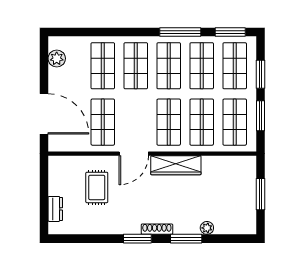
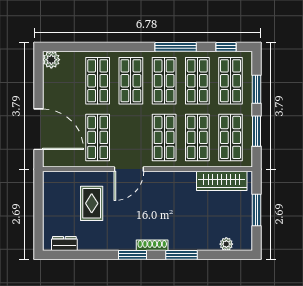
window: (230, 32) -> (226, 47), width x0.67
plant: (57, 58) -> (51, 60), moved
wardrobe: (176, 165) -> (222, 181), moved
dresser: (55, 209) -> (64, 244), moved, turned -90
plant: (207, 228) -> (226, 244), moved

